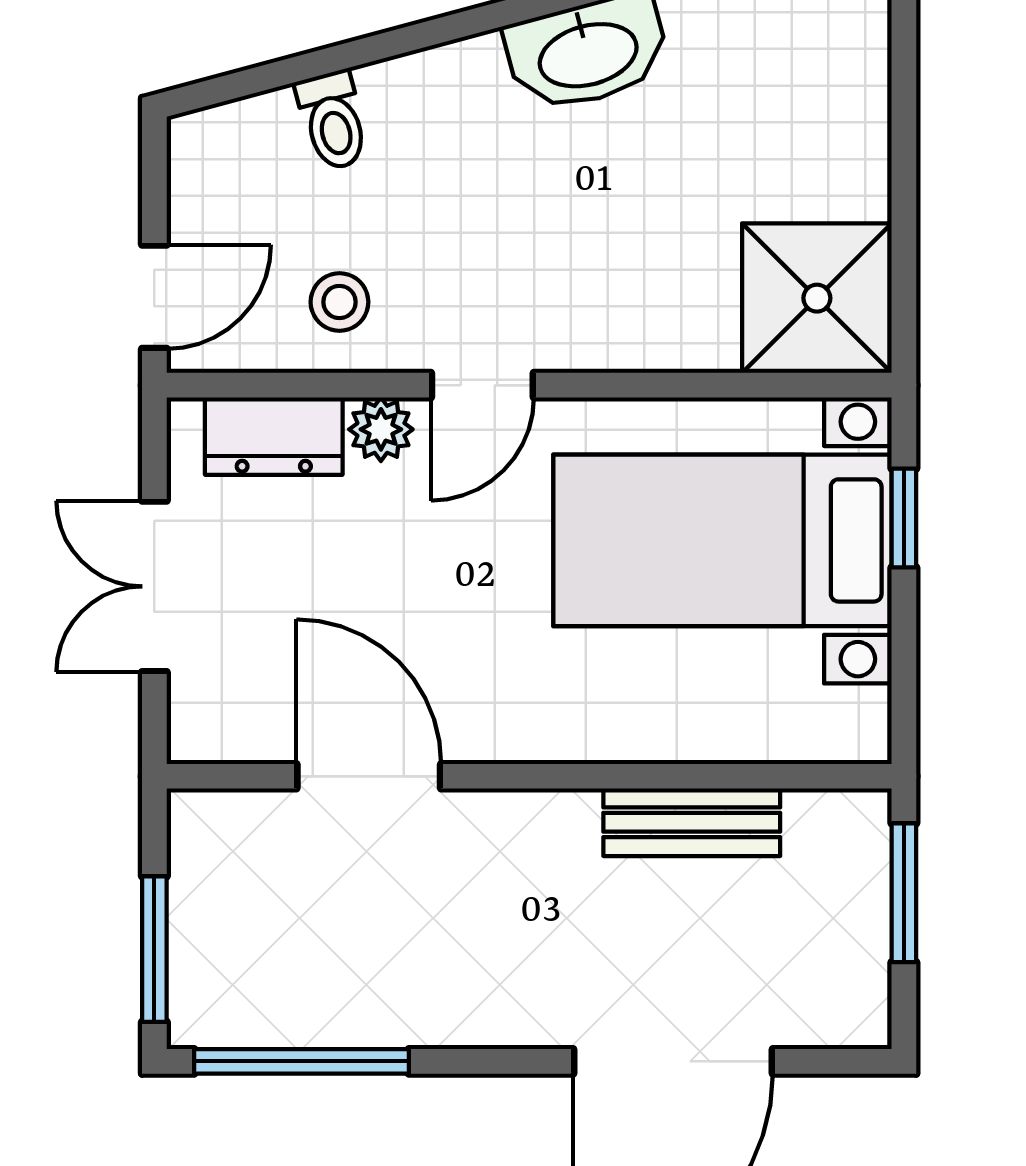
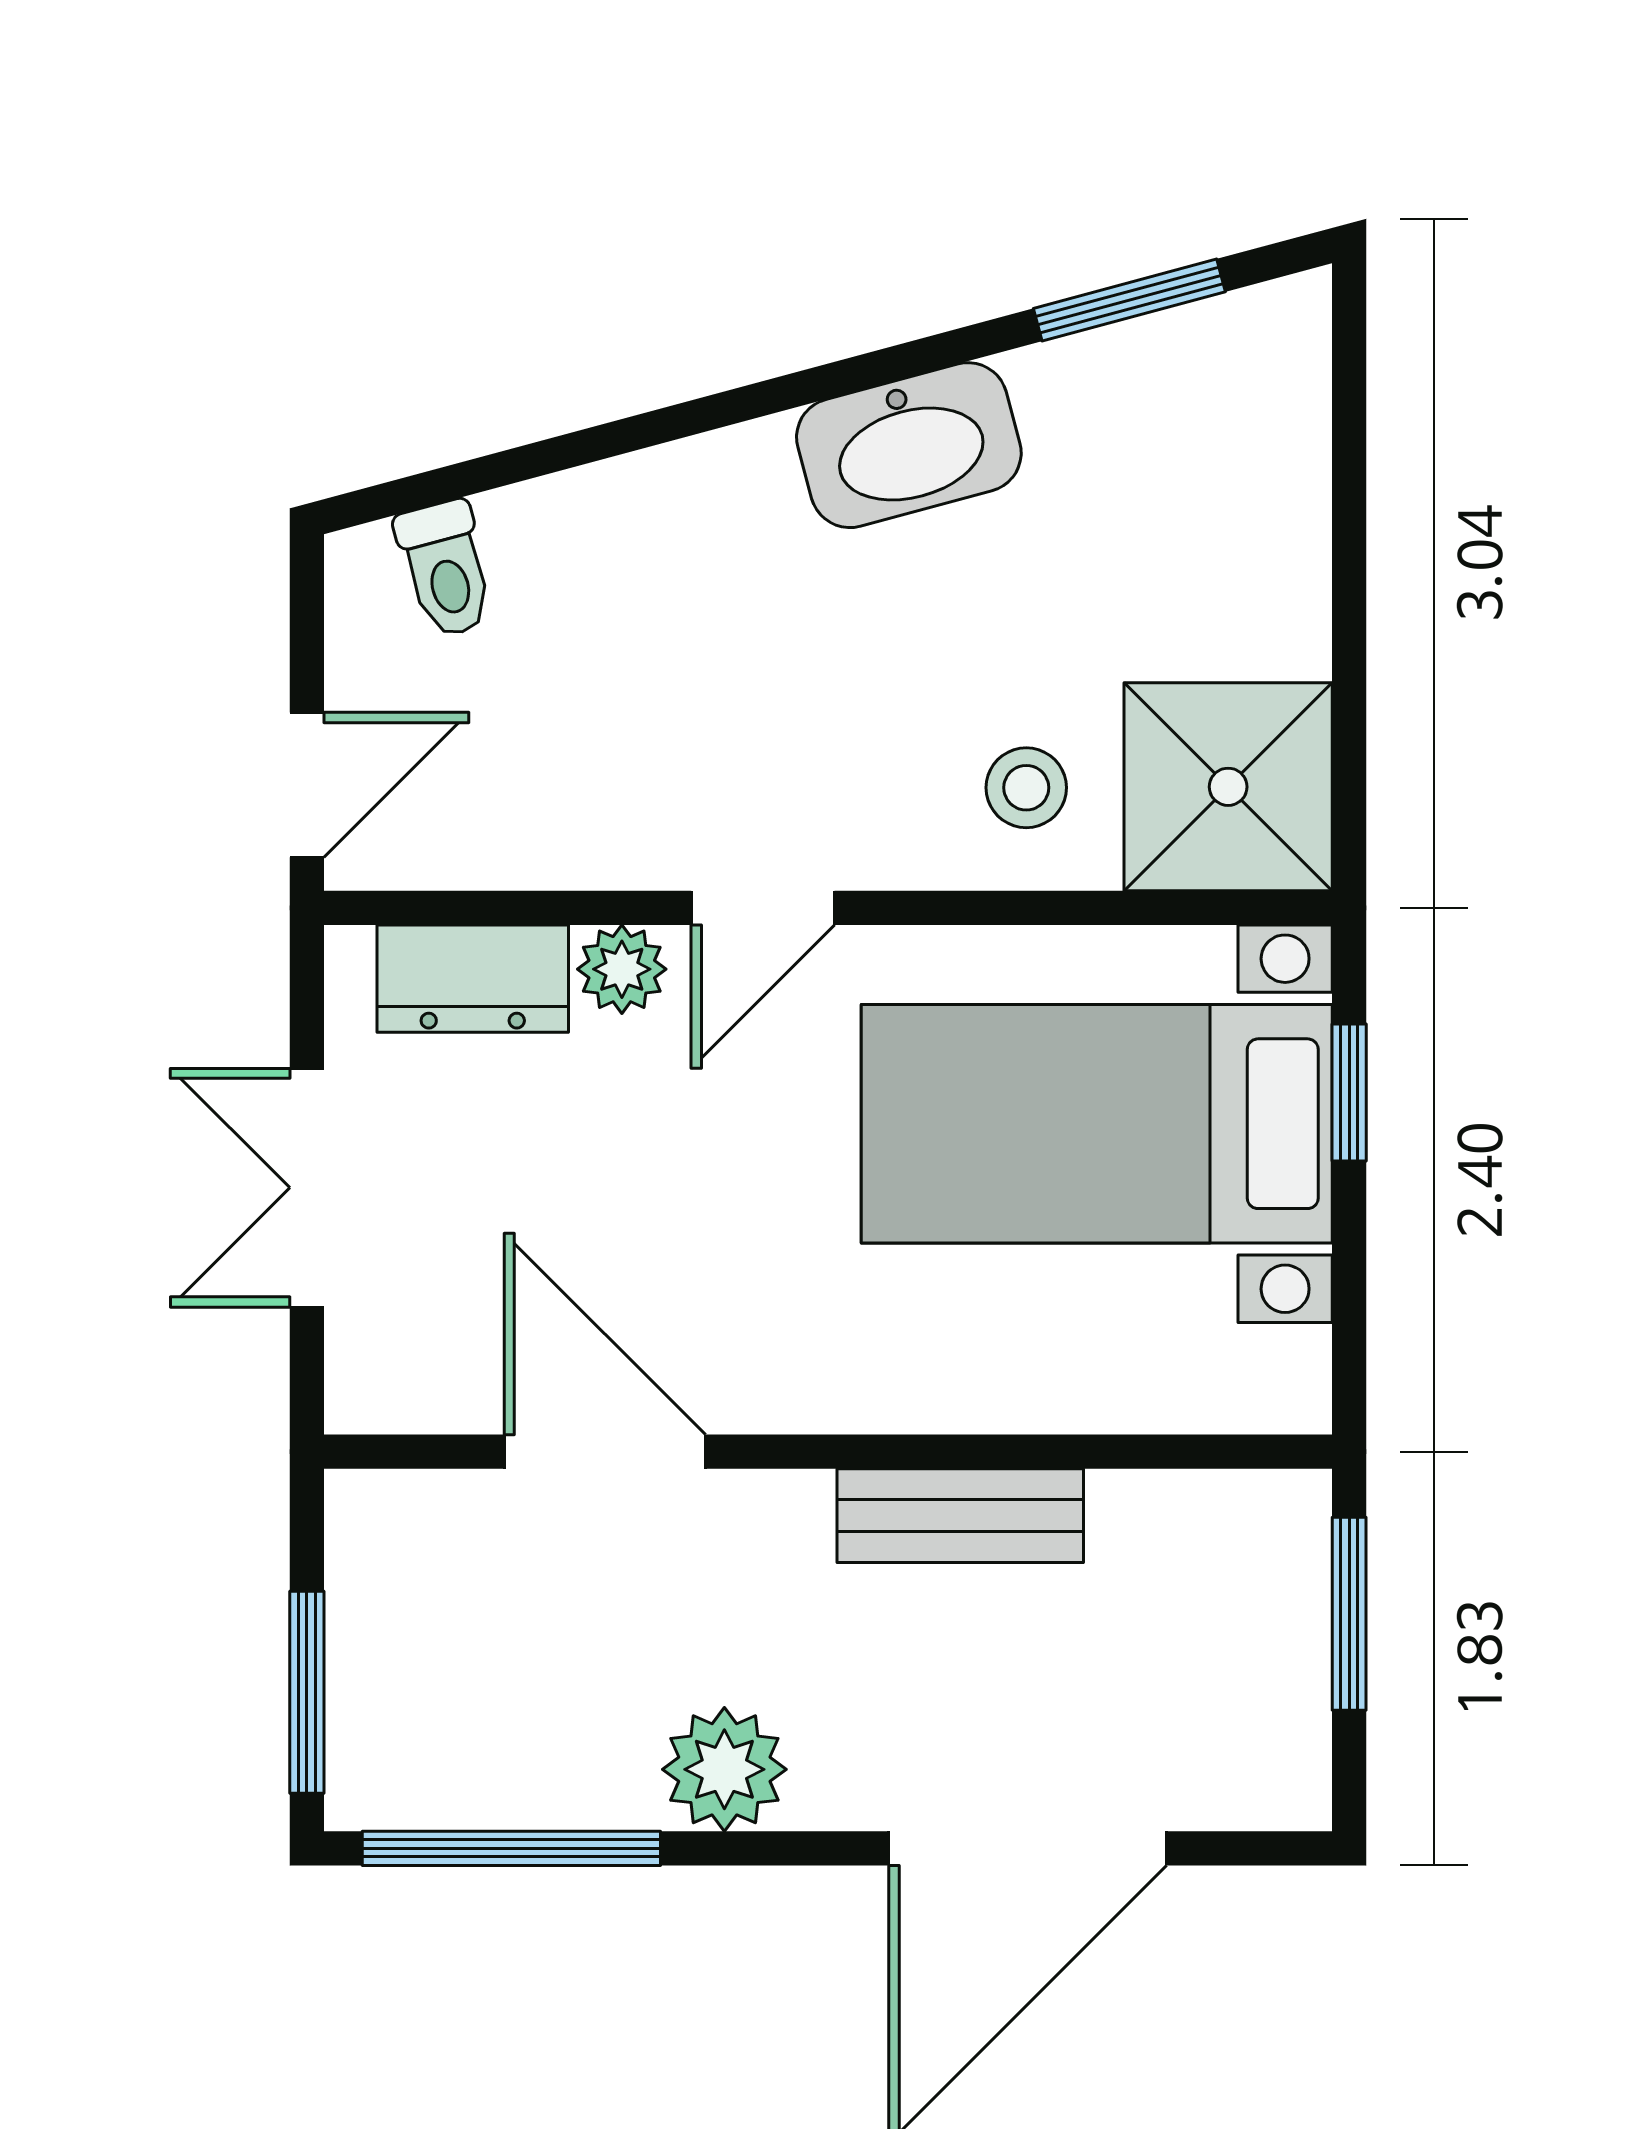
toilet: (333, 120) -> (446, 569), moved
stool: (339, 302) -> (1026, 788), moved
bench: (692, 822) -> (960, 1516), moved
plant: (455, 1005) -> (724, 1769), added

